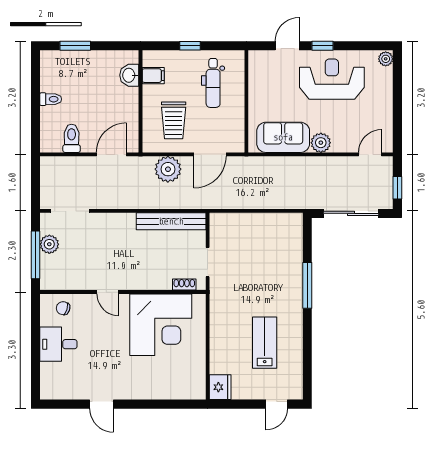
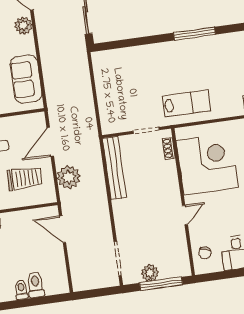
toilet: (72, 138) -> (36, 285), moved, turned 90
plant: (321, 143) -> (23, 26), moved
door: (210, 154) -> (50, 142), swing flipped
window: (307, 285) -> (194, 34), moved
lab bench: (265, 343) -> (186, 103), moved, turned 180

